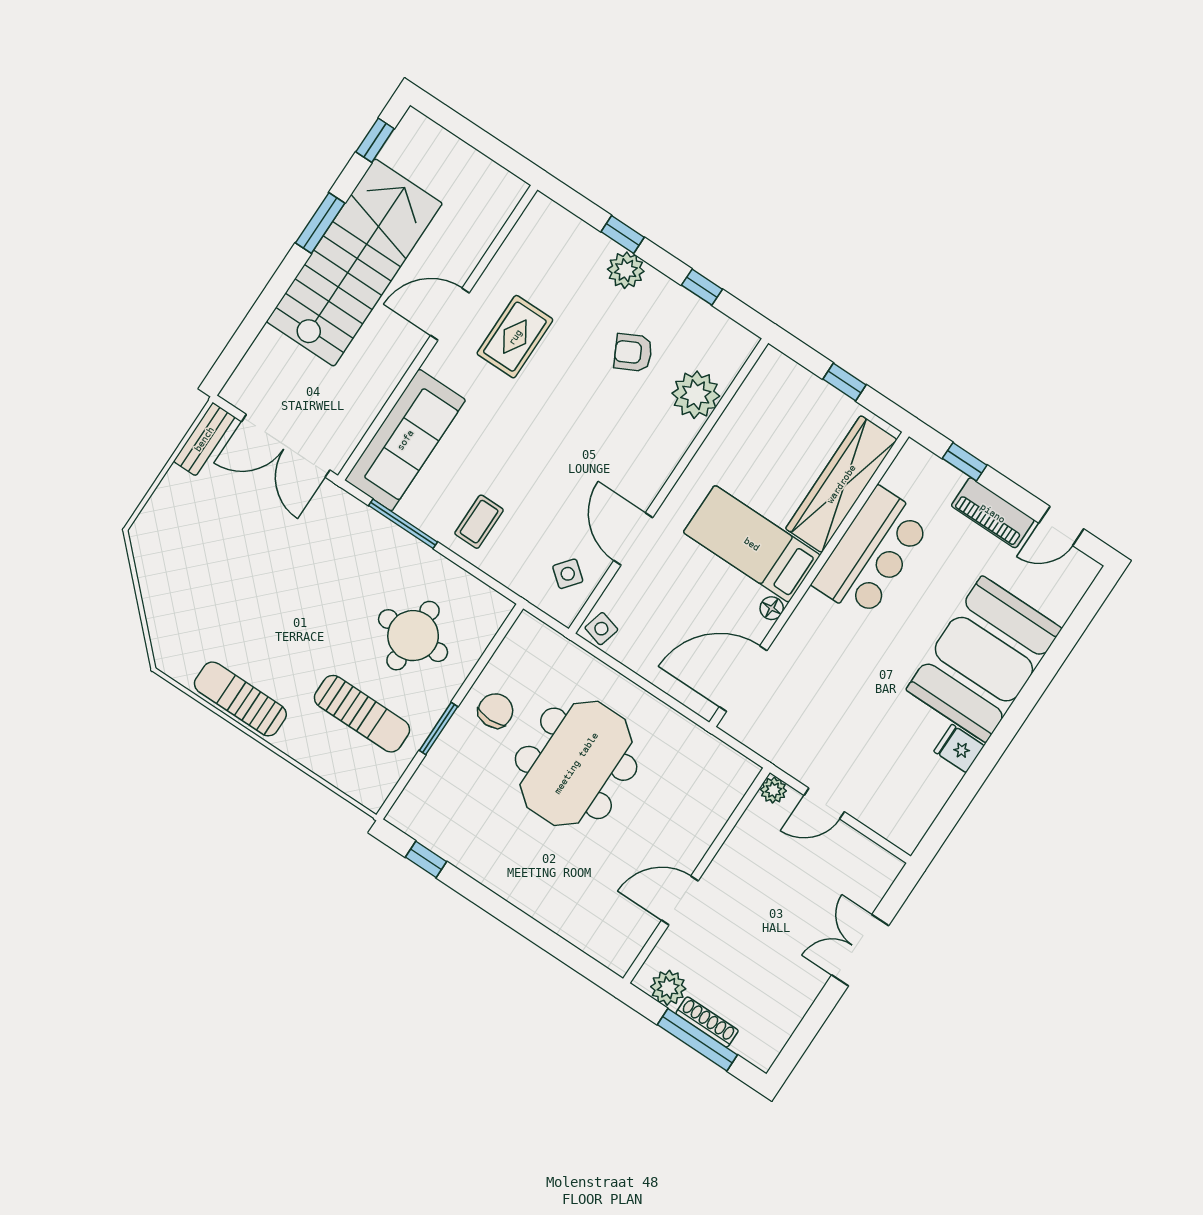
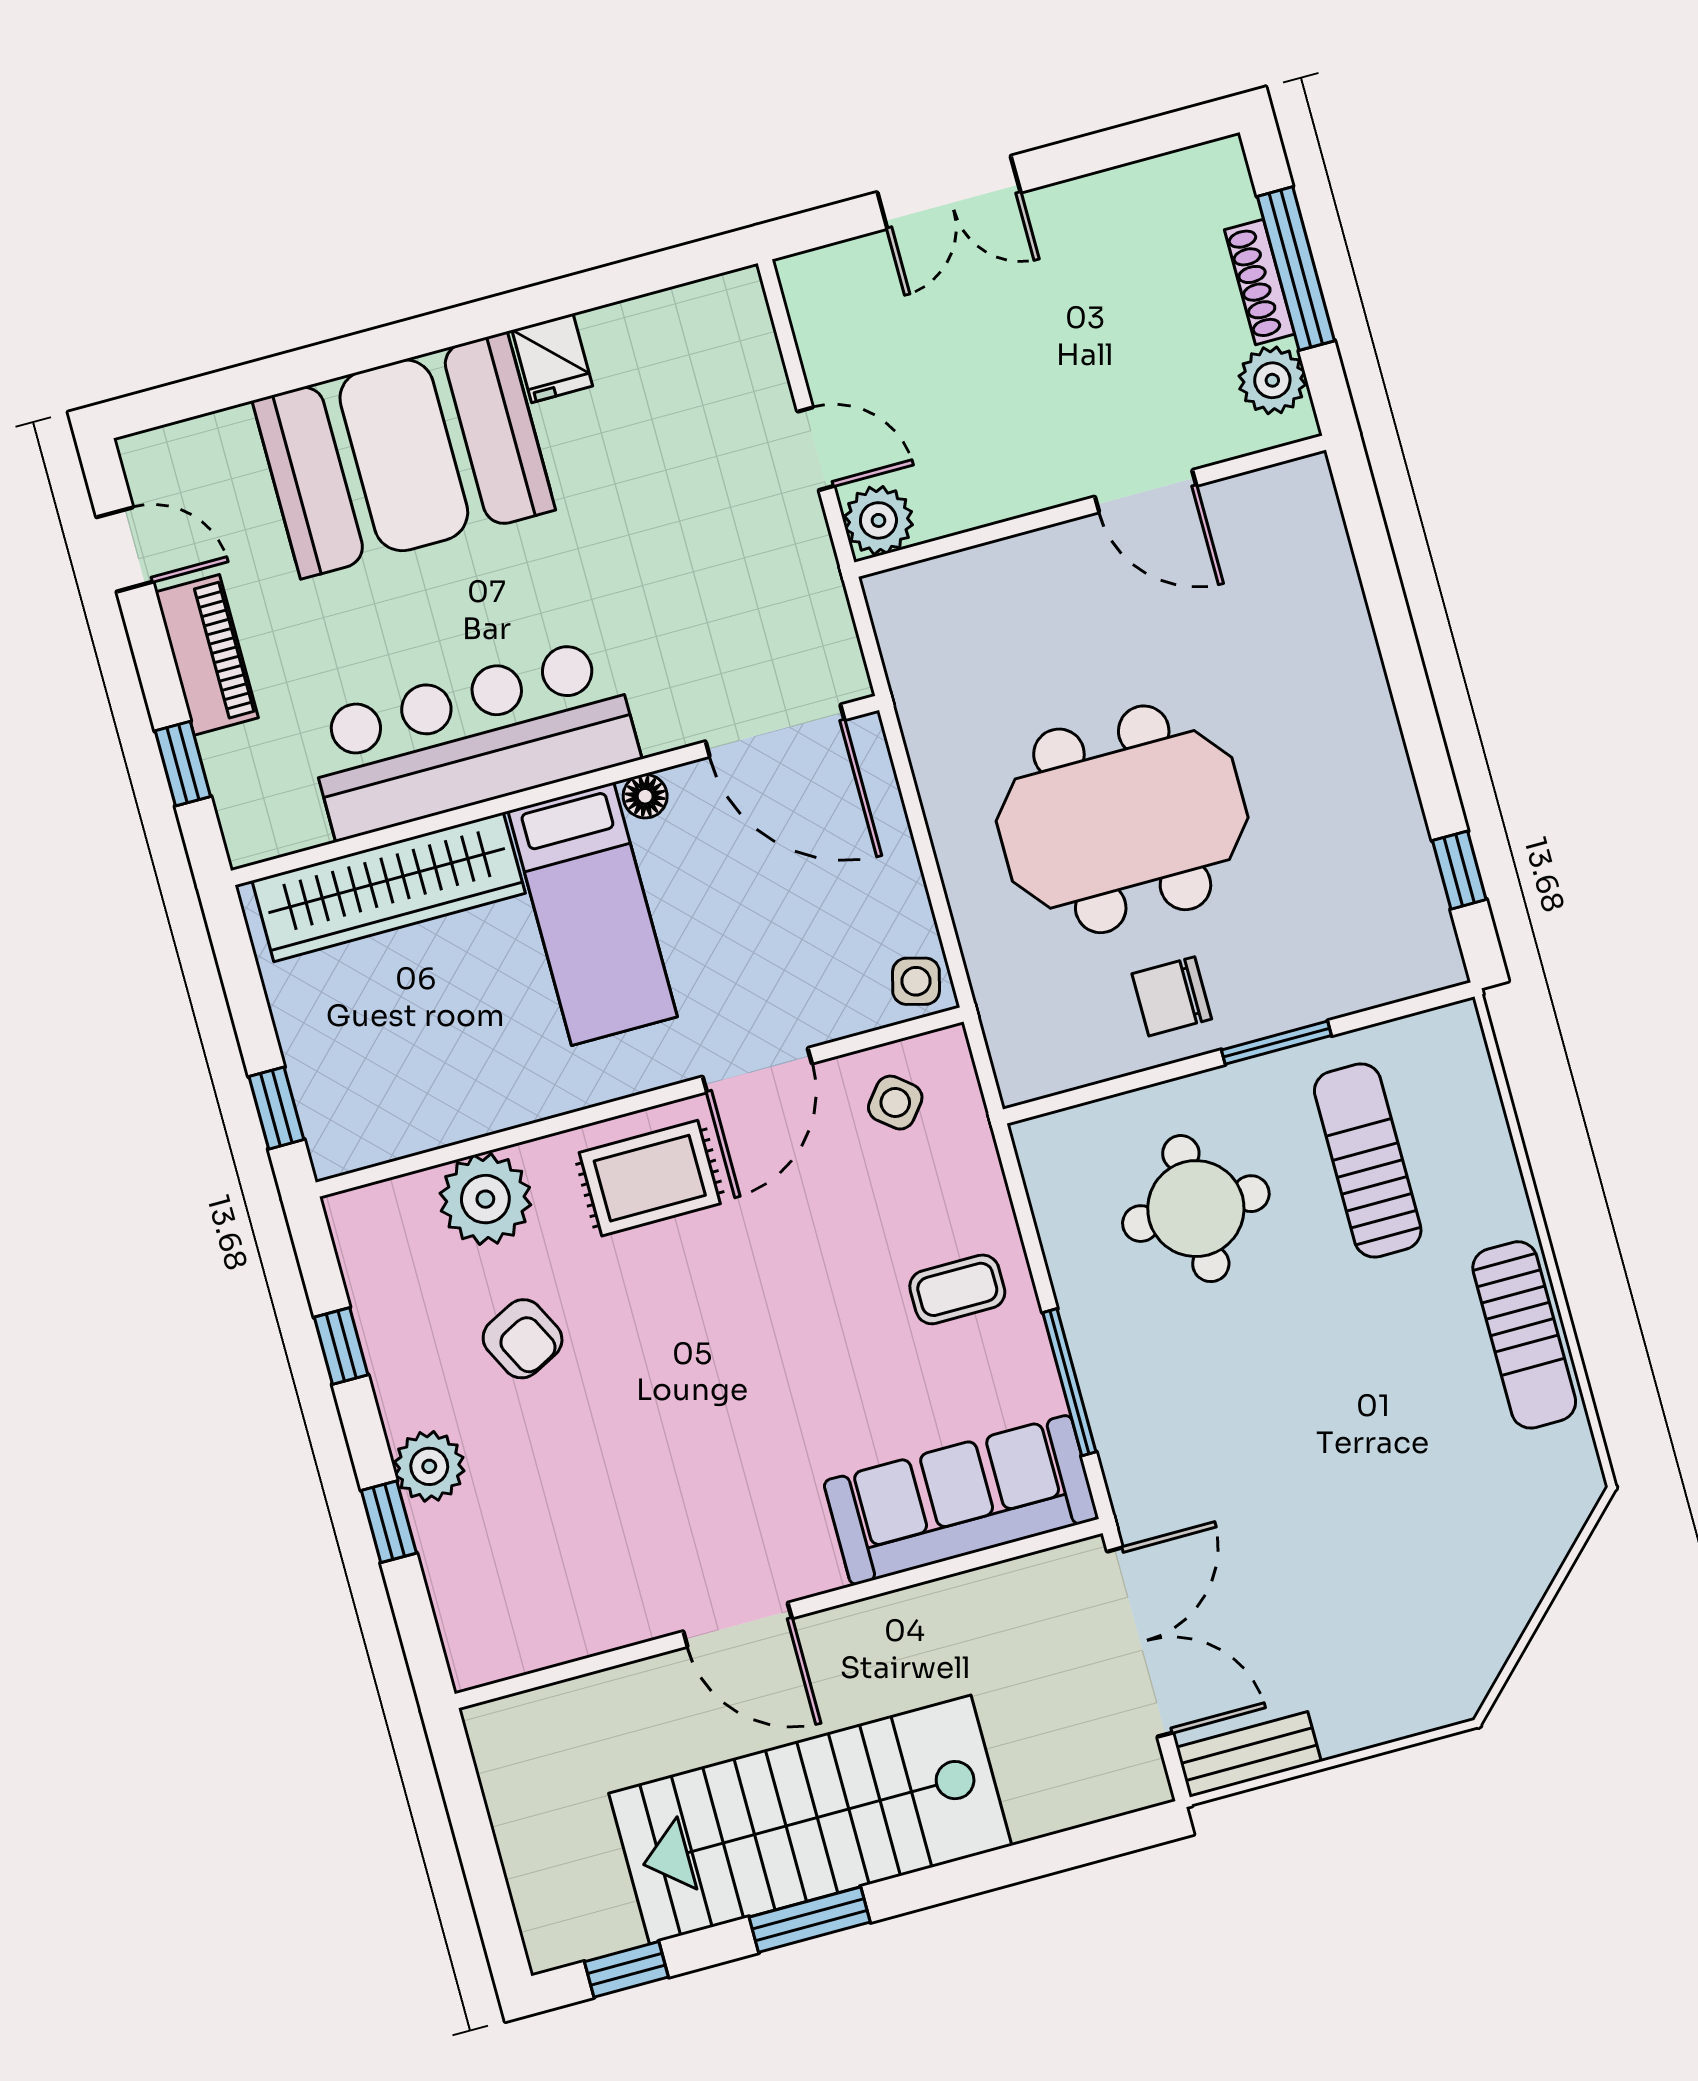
rug: (515, 337) -> (650, 1178), moved
window: (845, 382) -> (276, 1108), moved
bar counter: (872, 553) -> (472, 738), width x1.36
plant: (773, 790) -> (878, 520), width x1.38, depth x1.38

